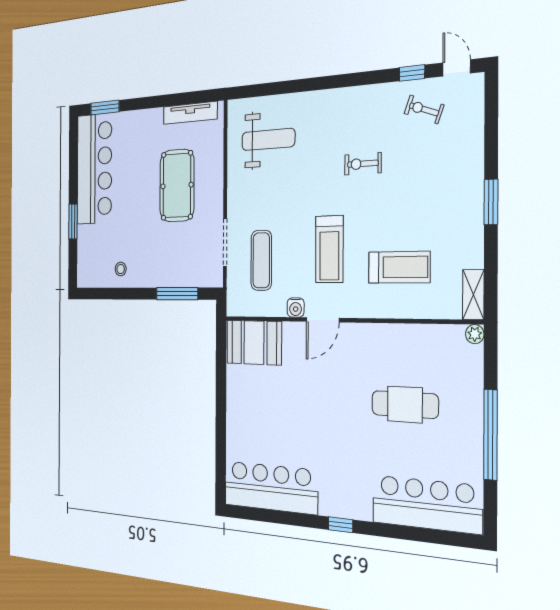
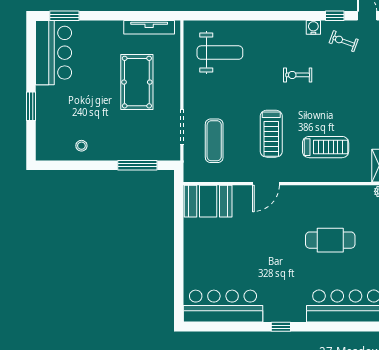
bar counter: (94, 169) -> (54, 53), width x0.73
water cooler: (296, 308) -> (313, 27), moved, turned 180

